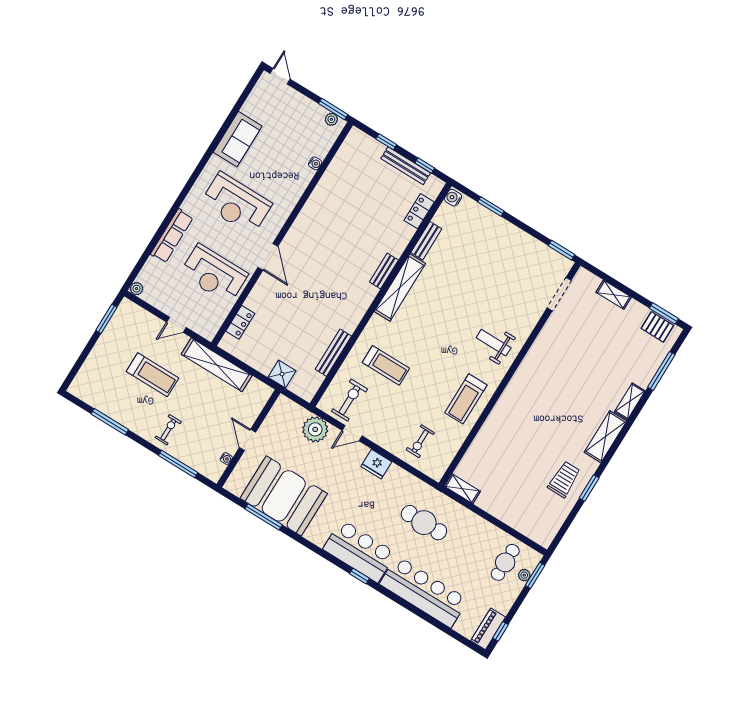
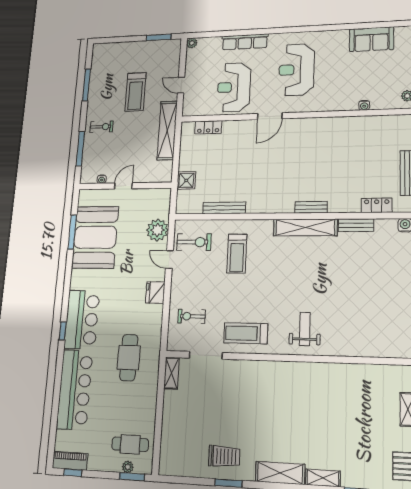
sofa: (238, 139) -> (371, 39), moved
doorway: (559, 294) -> (206, 355), moved

